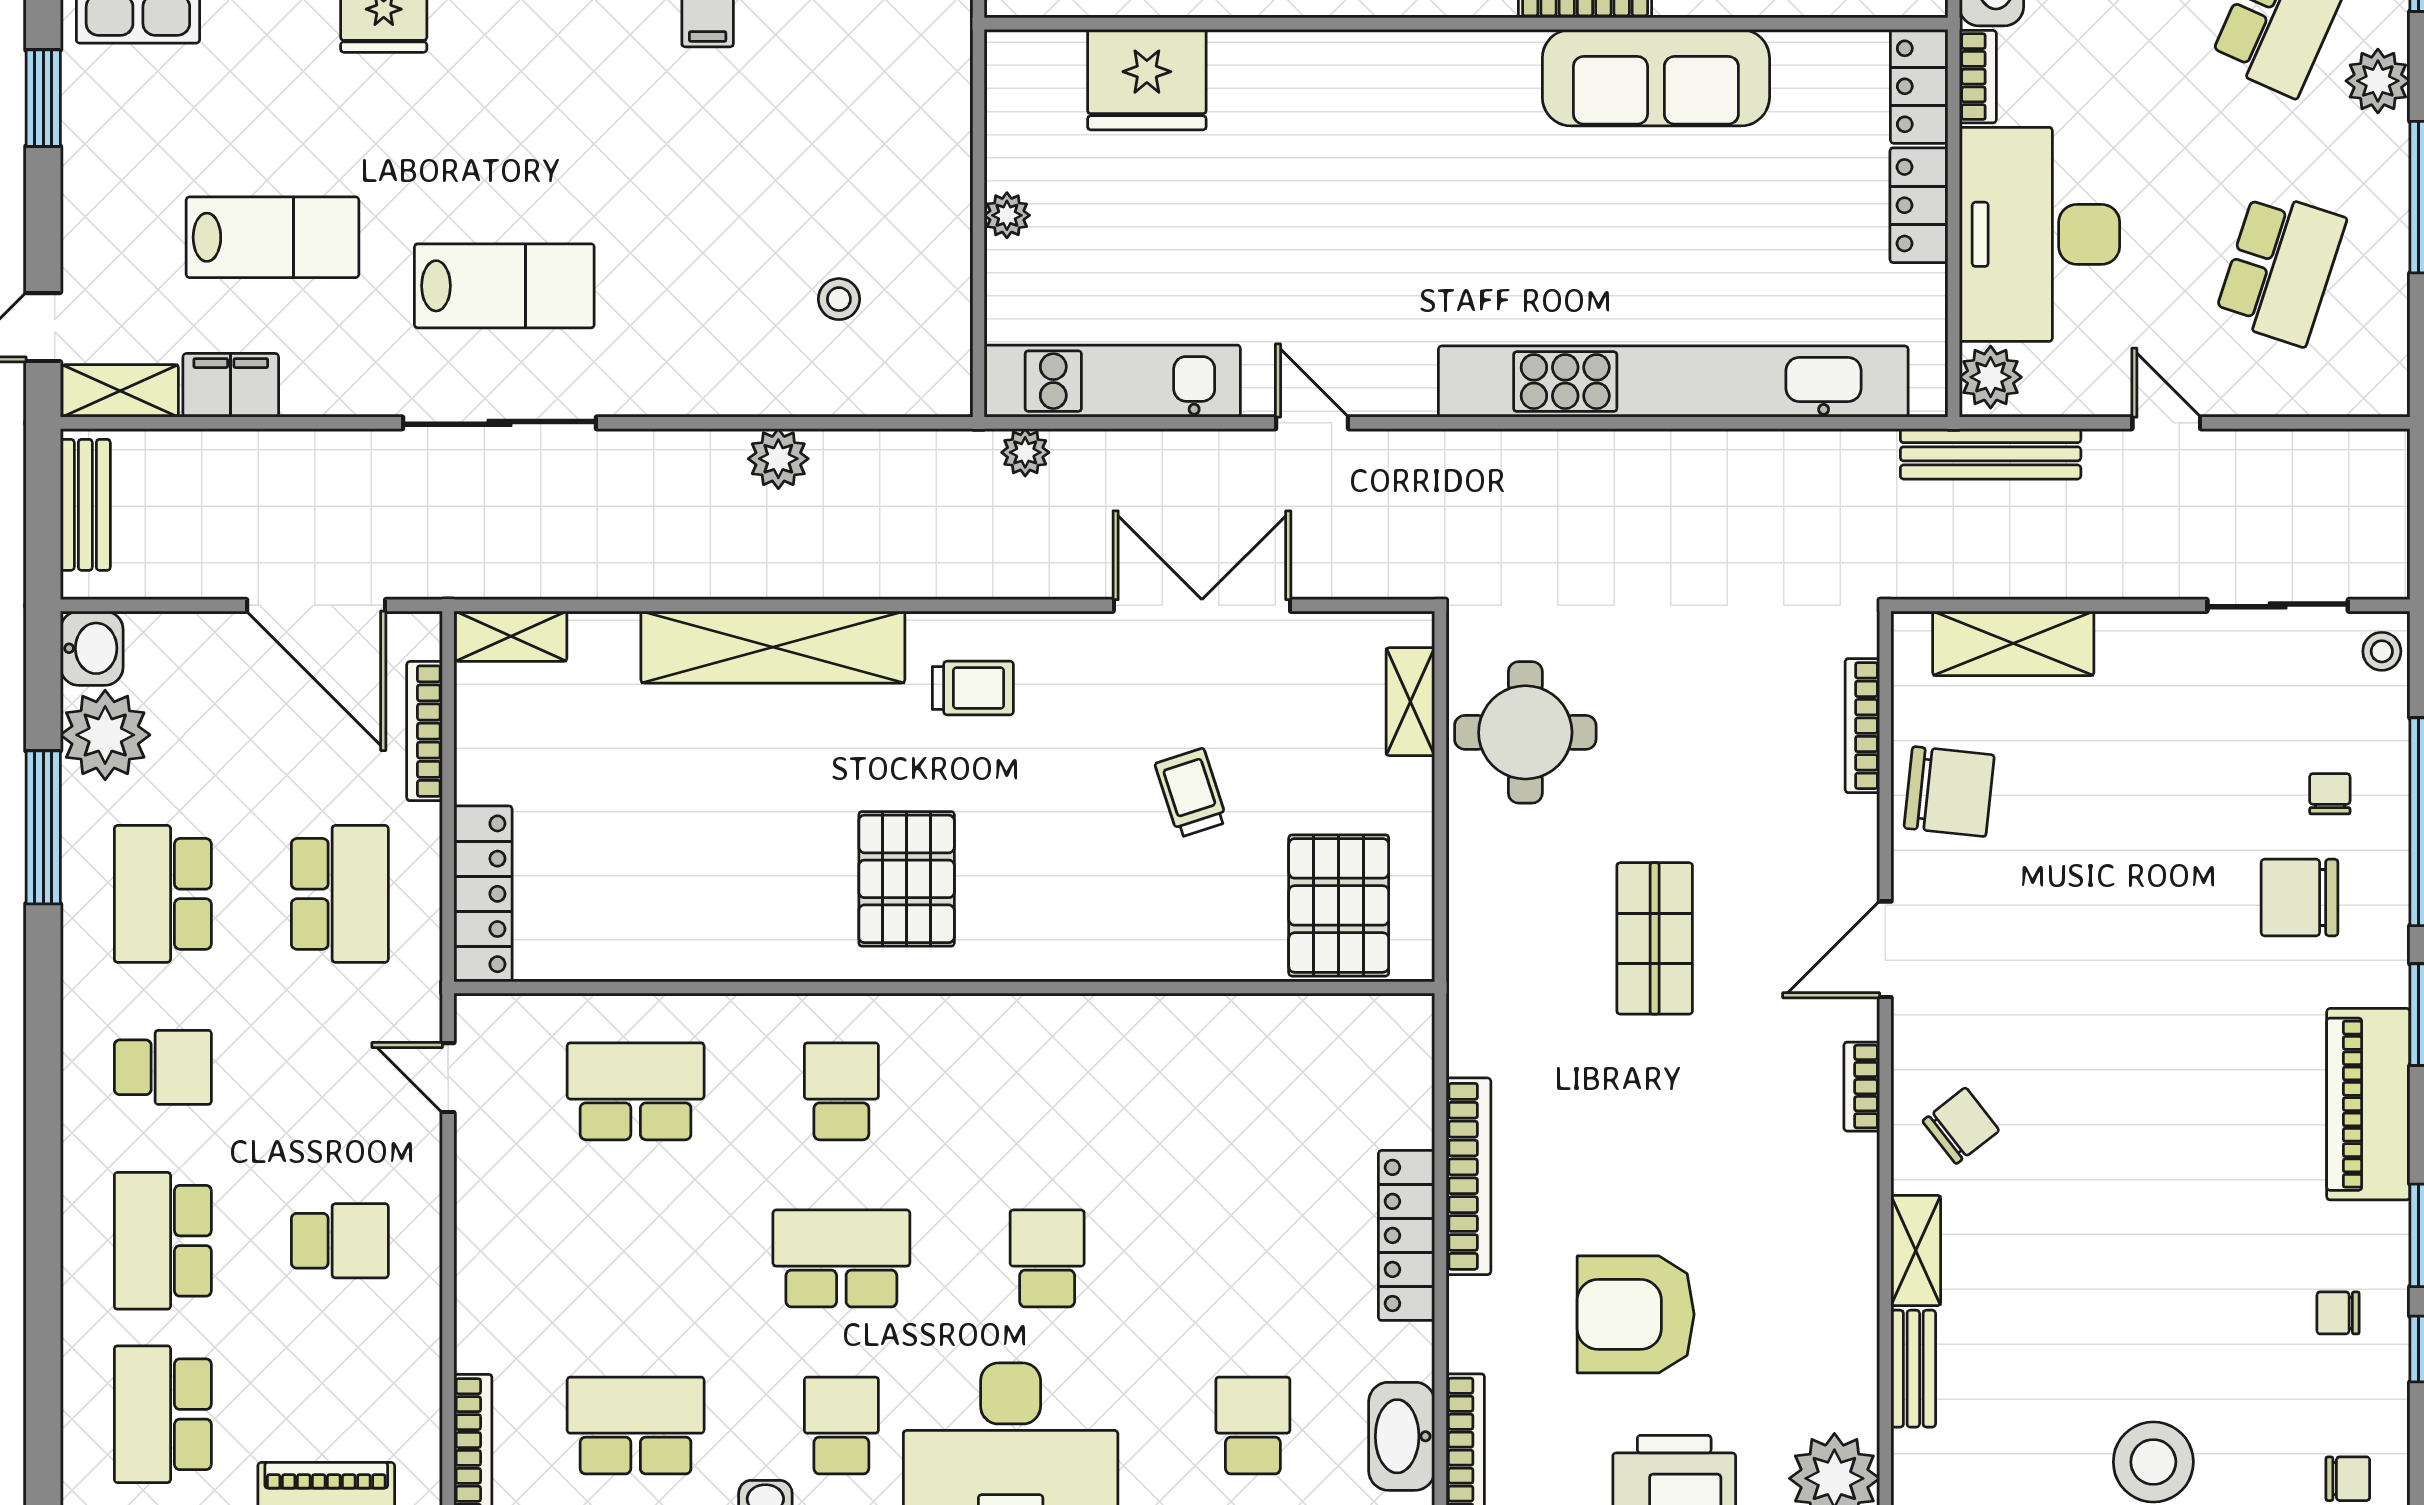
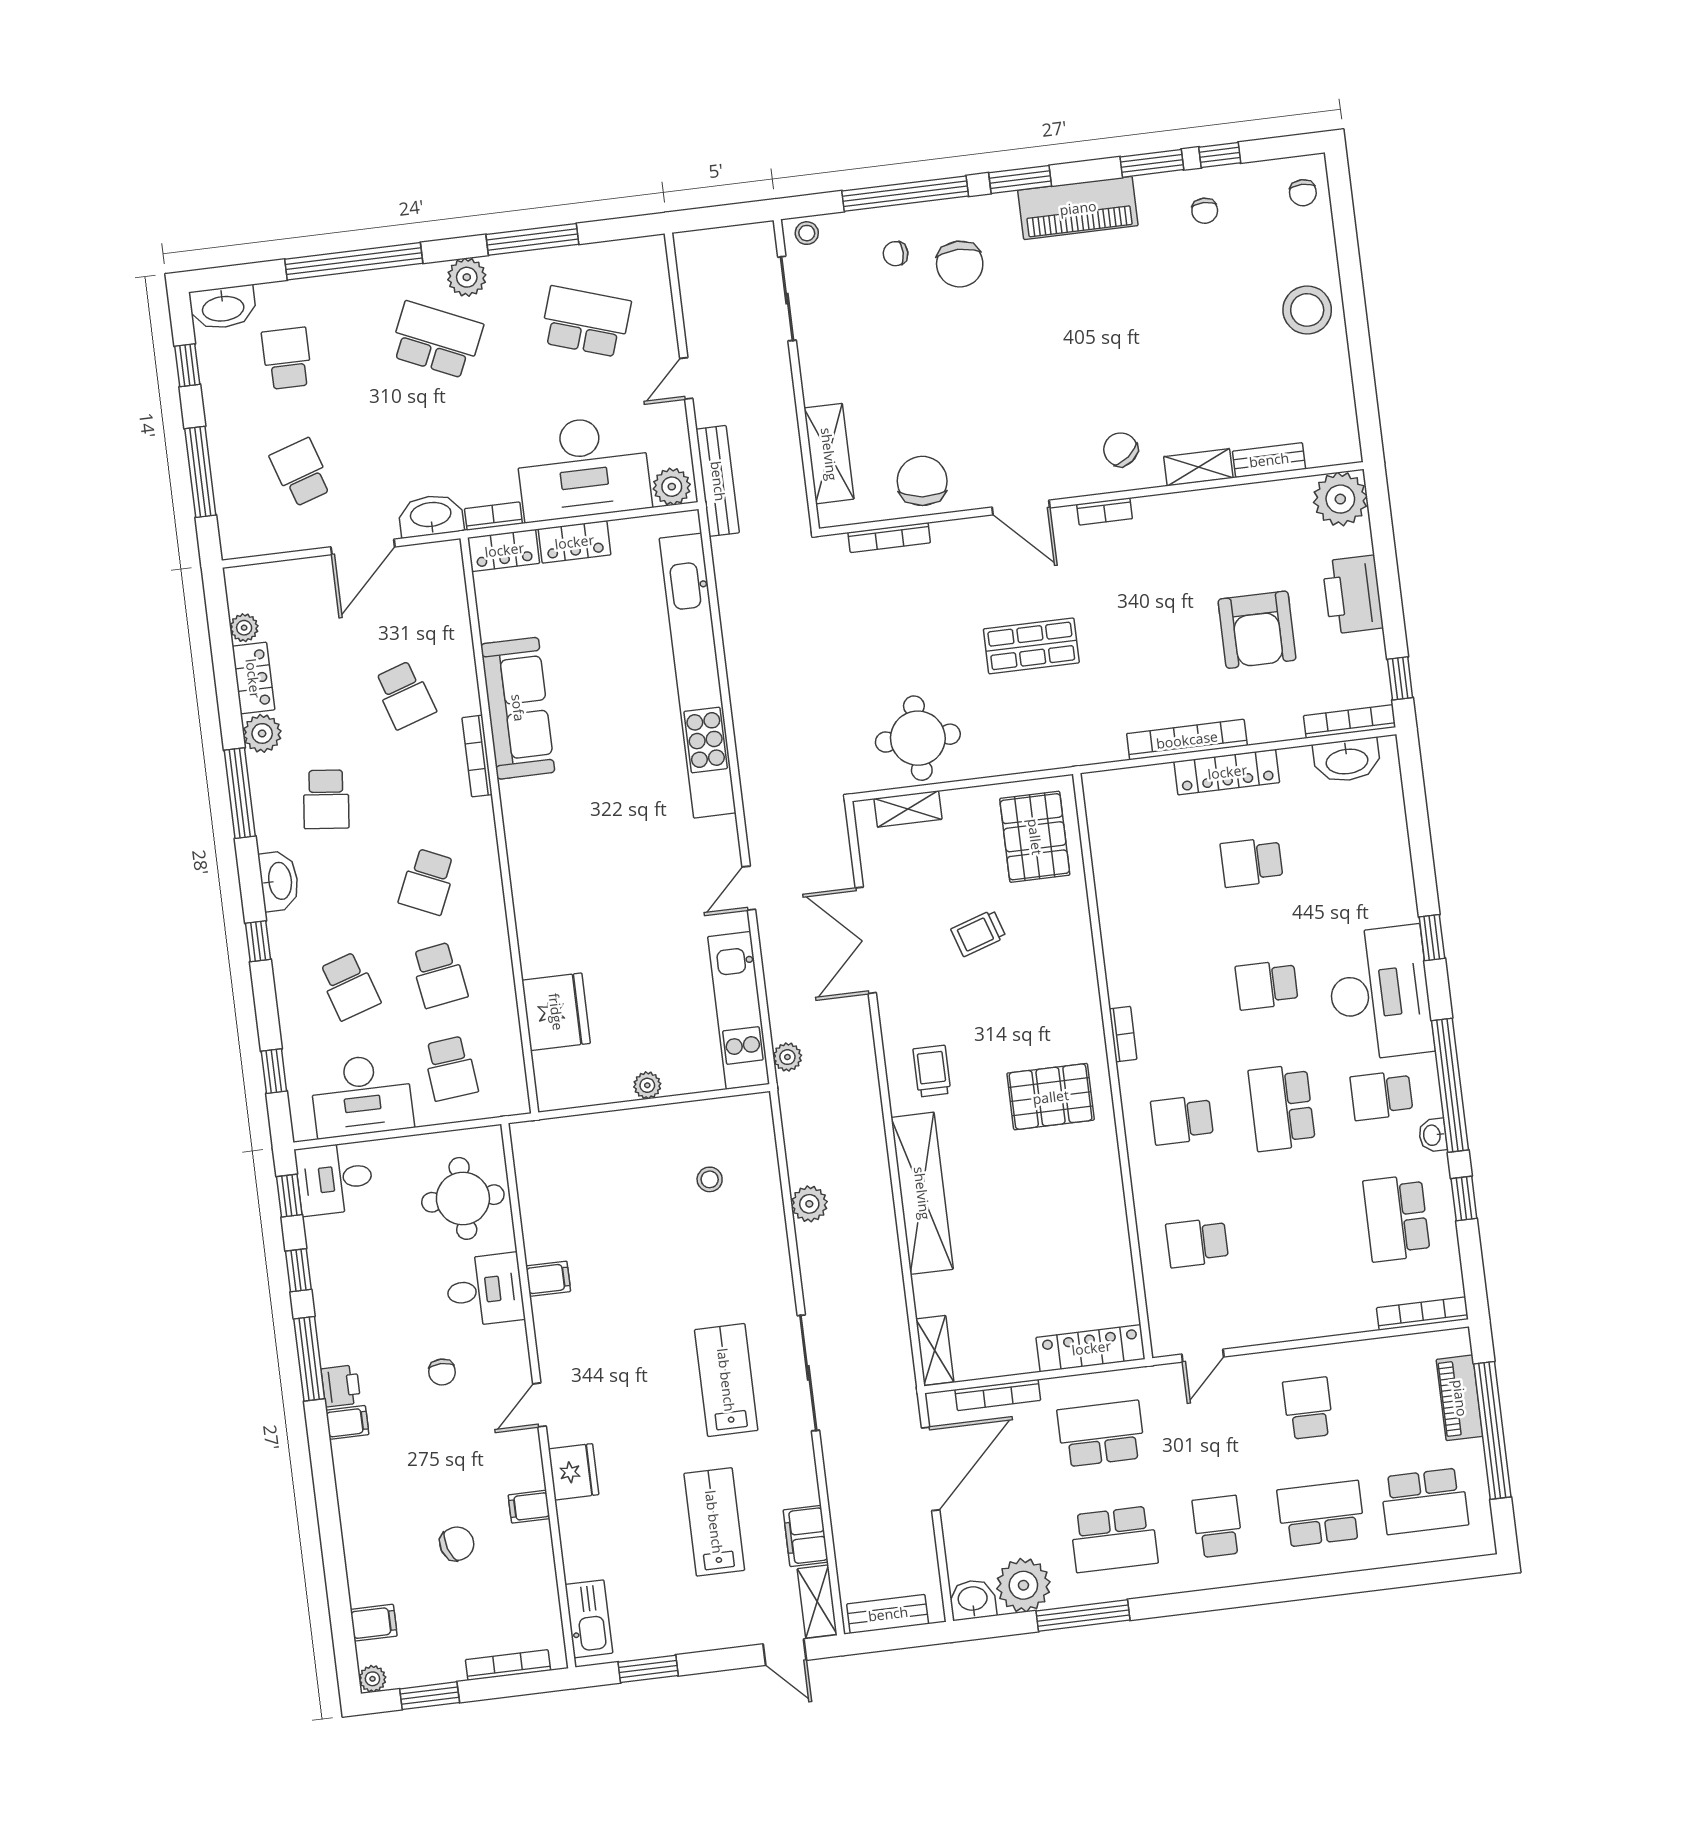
pallet: (1339, 905) -> (1035, 837), turned 90
bookcase: (995, 1011) -> (1123, 1034), added
school desk: (636, 1091) -> (1197, 1243), width x0.54
school desk: (163, 1241) -> (1321, 1514), turned 180
school desk: (1253, 1425) -> (1252, 862), moved
chair: (2348, 1479) -> (1303, 193), turned 180

